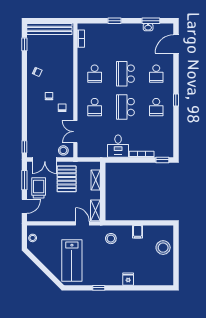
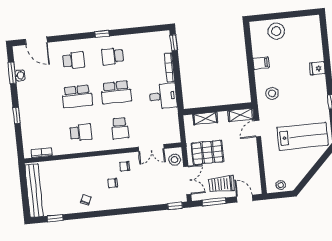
school desk: (95, 107) -> (120, 128), turned 90
school desk: (156, 107) -> (113, 56), turned 180

